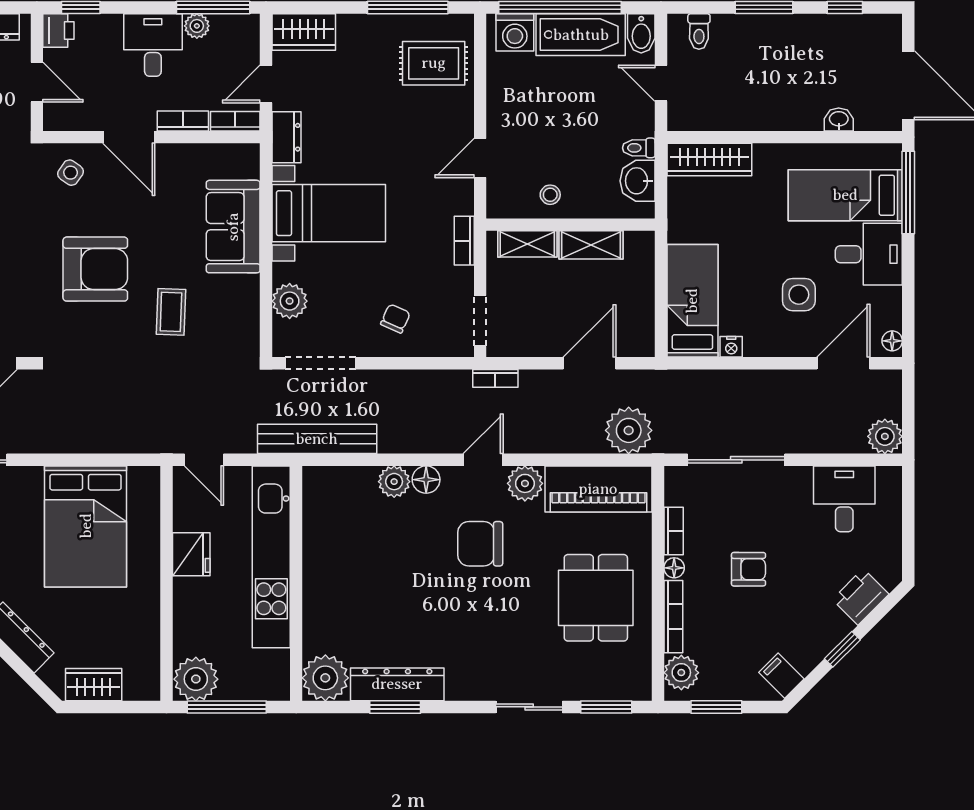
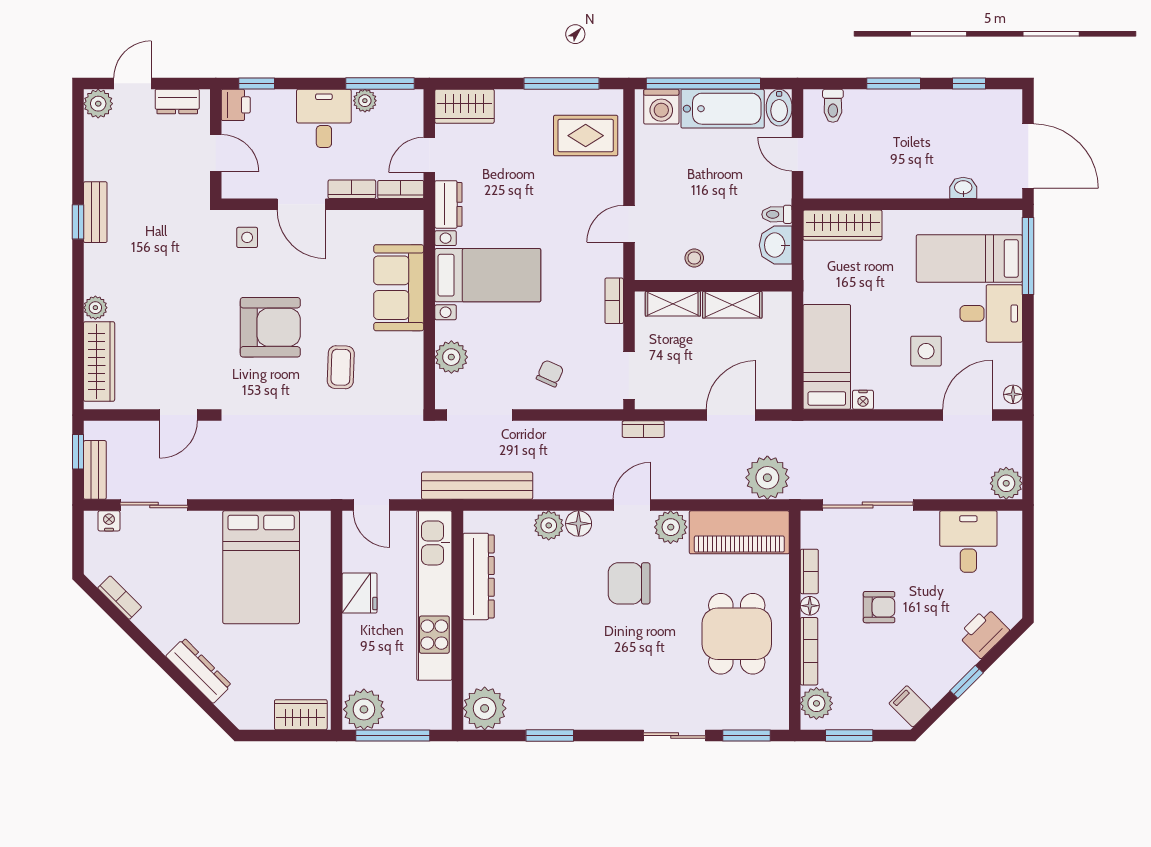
side table: (71, 173) -> (247, 237), turned -35
dresser: (397, 684) -> (479, 576), moved, turned 90
wardrobe: (94, 685) -> (301, 715), moved

